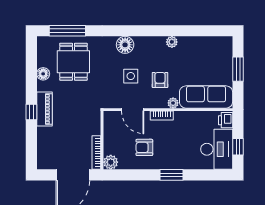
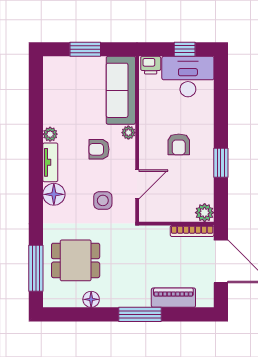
tv unit: (150, 42) -> (50, 162), added
side table: (131, 76) -> (103, 200), moved
piano: (44, 109) -> (173, 298), moved
window: (31, 112) -> (140, 314), width x2.17
bookcase: (162, 116) -> (145, 147), removed
armchair: (144, 147) -> (179, 144), moved
window: (171, 175) -> (221, 163), moved

